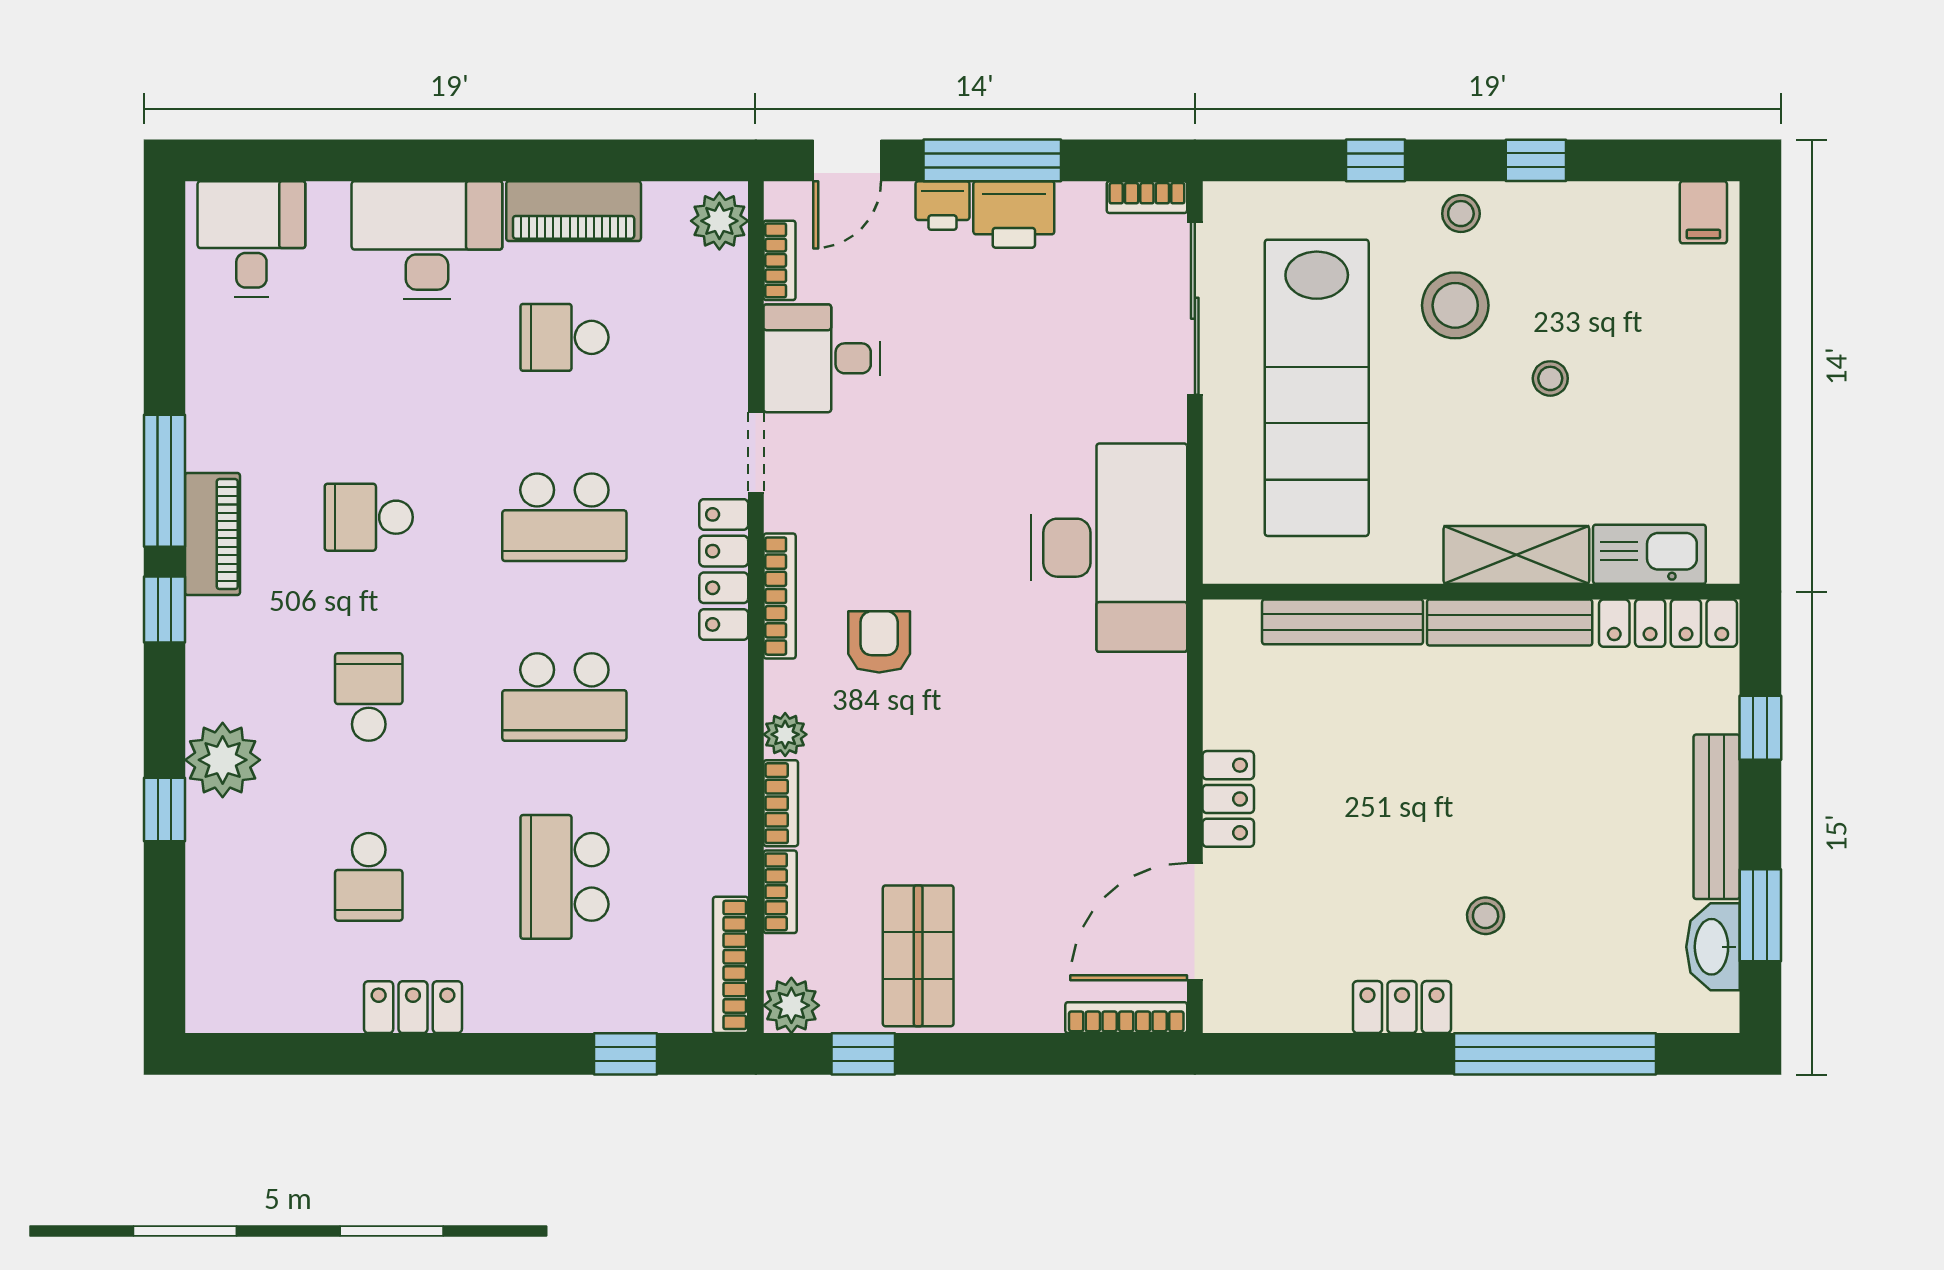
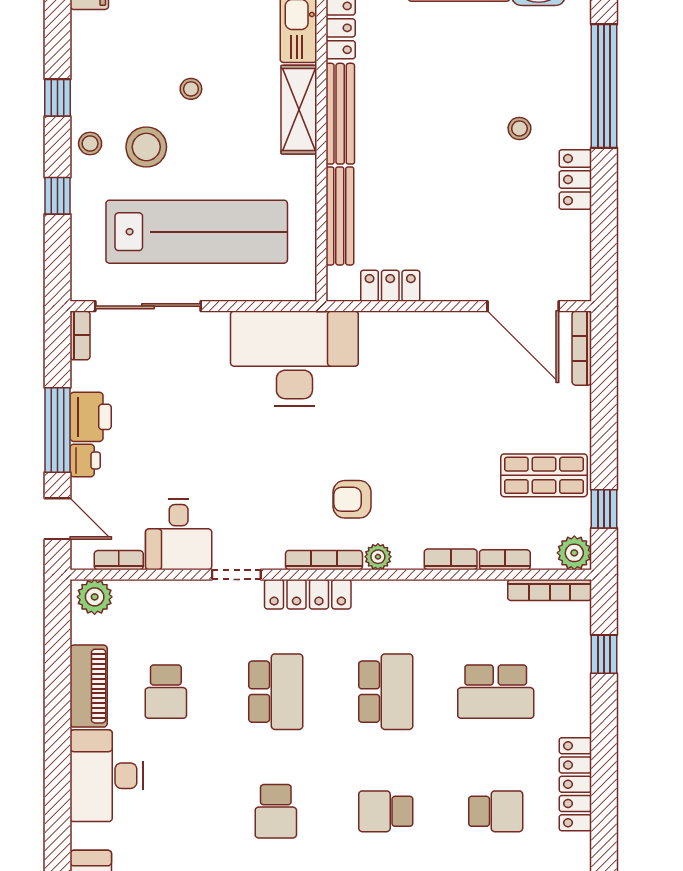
plant: (785, 734) -> (378, 557), moved
locker: (1228, 799) -> (390, 286), moved
locker: (413, 1007) -> (575, 784), width x1.53

